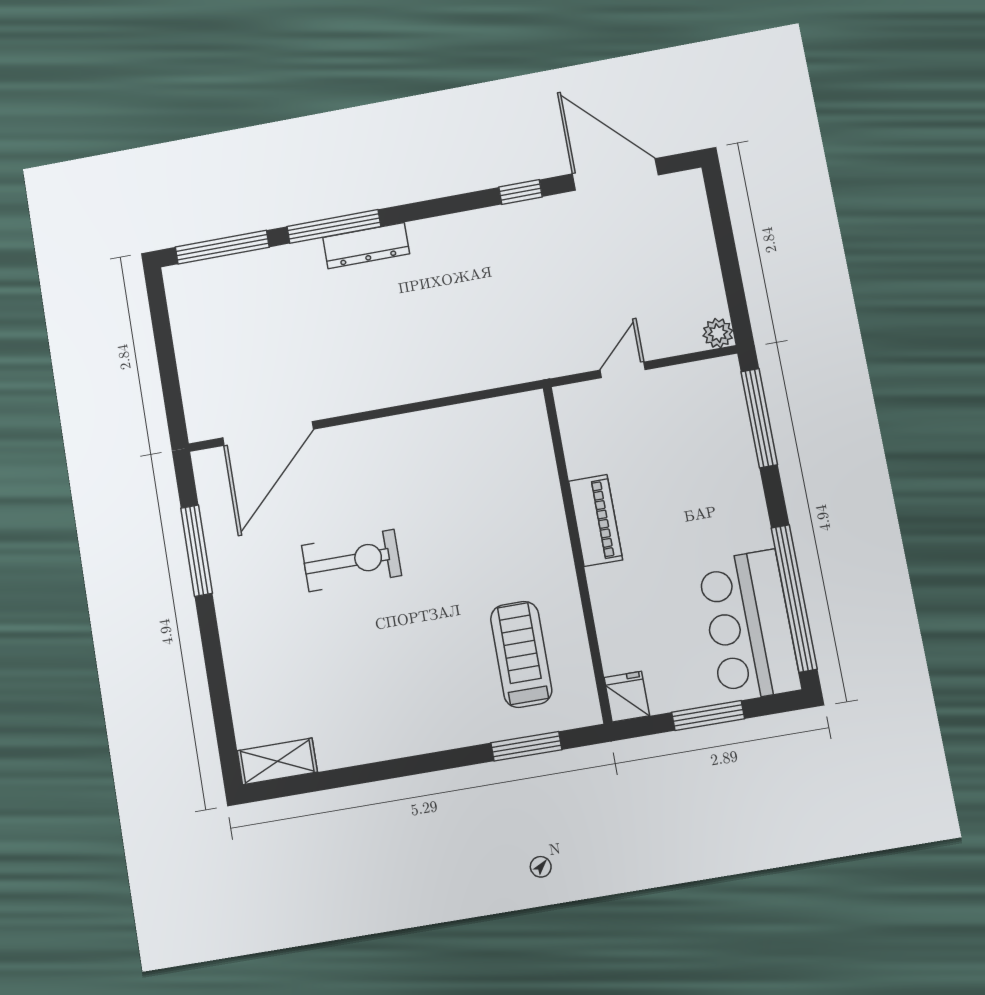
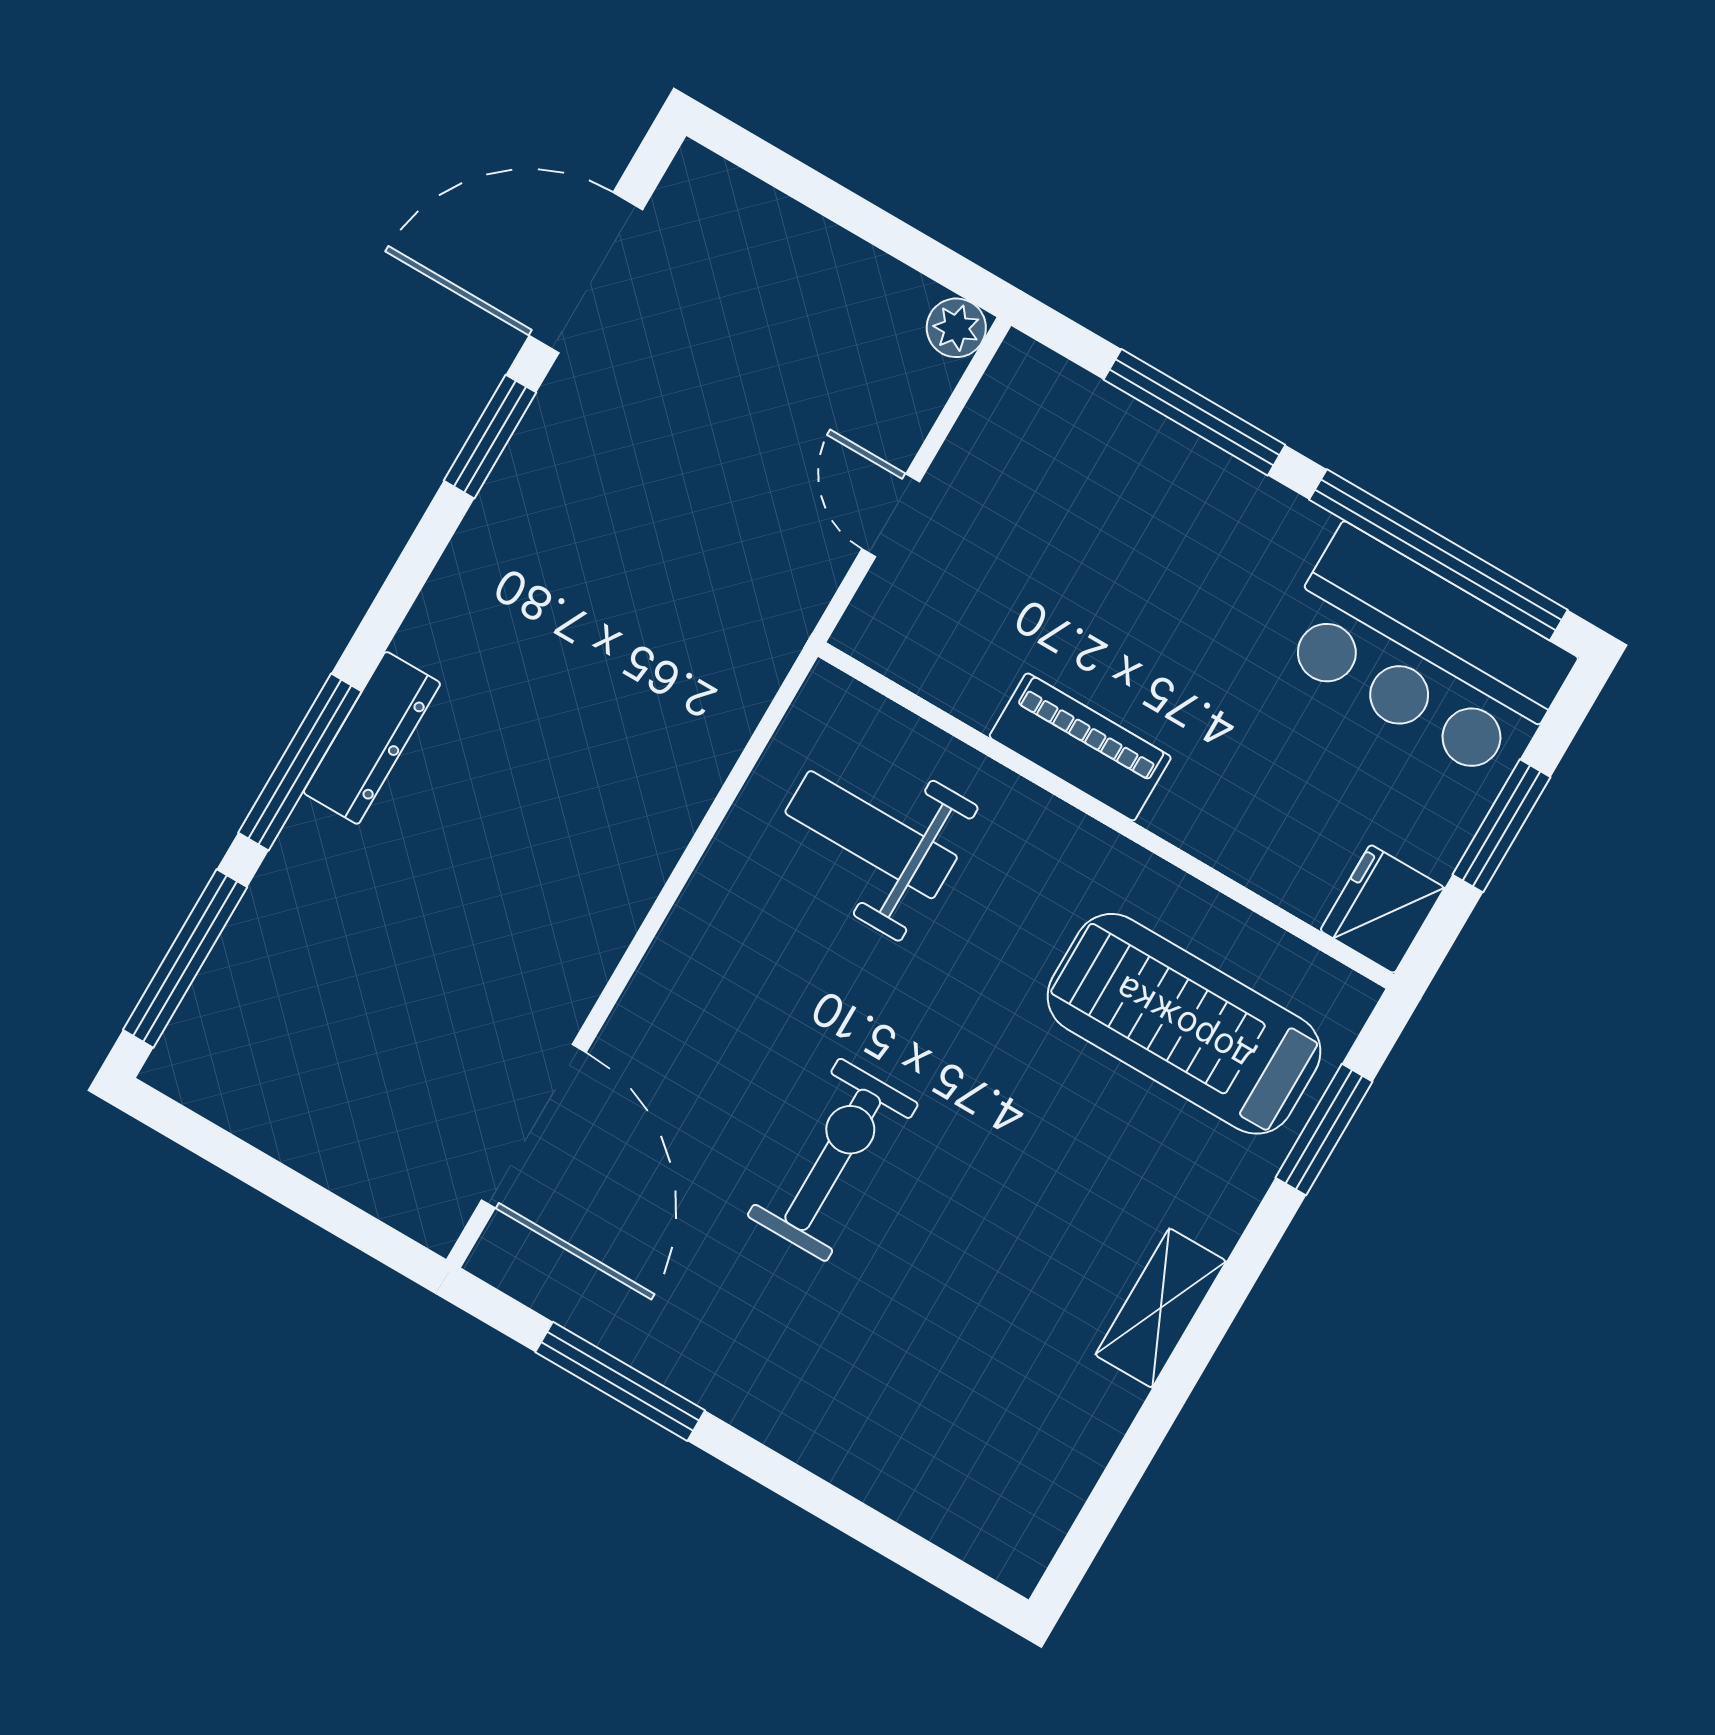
window: (520, 192) -> (490, 437), width x1.50
window: (759, 418) -> (1194, 412), moved
weight bench: (491, 468) -> (871, 835), added
treadmill: (521, 654) -> (1184, 1024), width x1.37, depth x1.38
fridge: (627, 697) -> (1382, 909), width x1.38
shelving: (277, 761) -> (1161, 1308), moved

